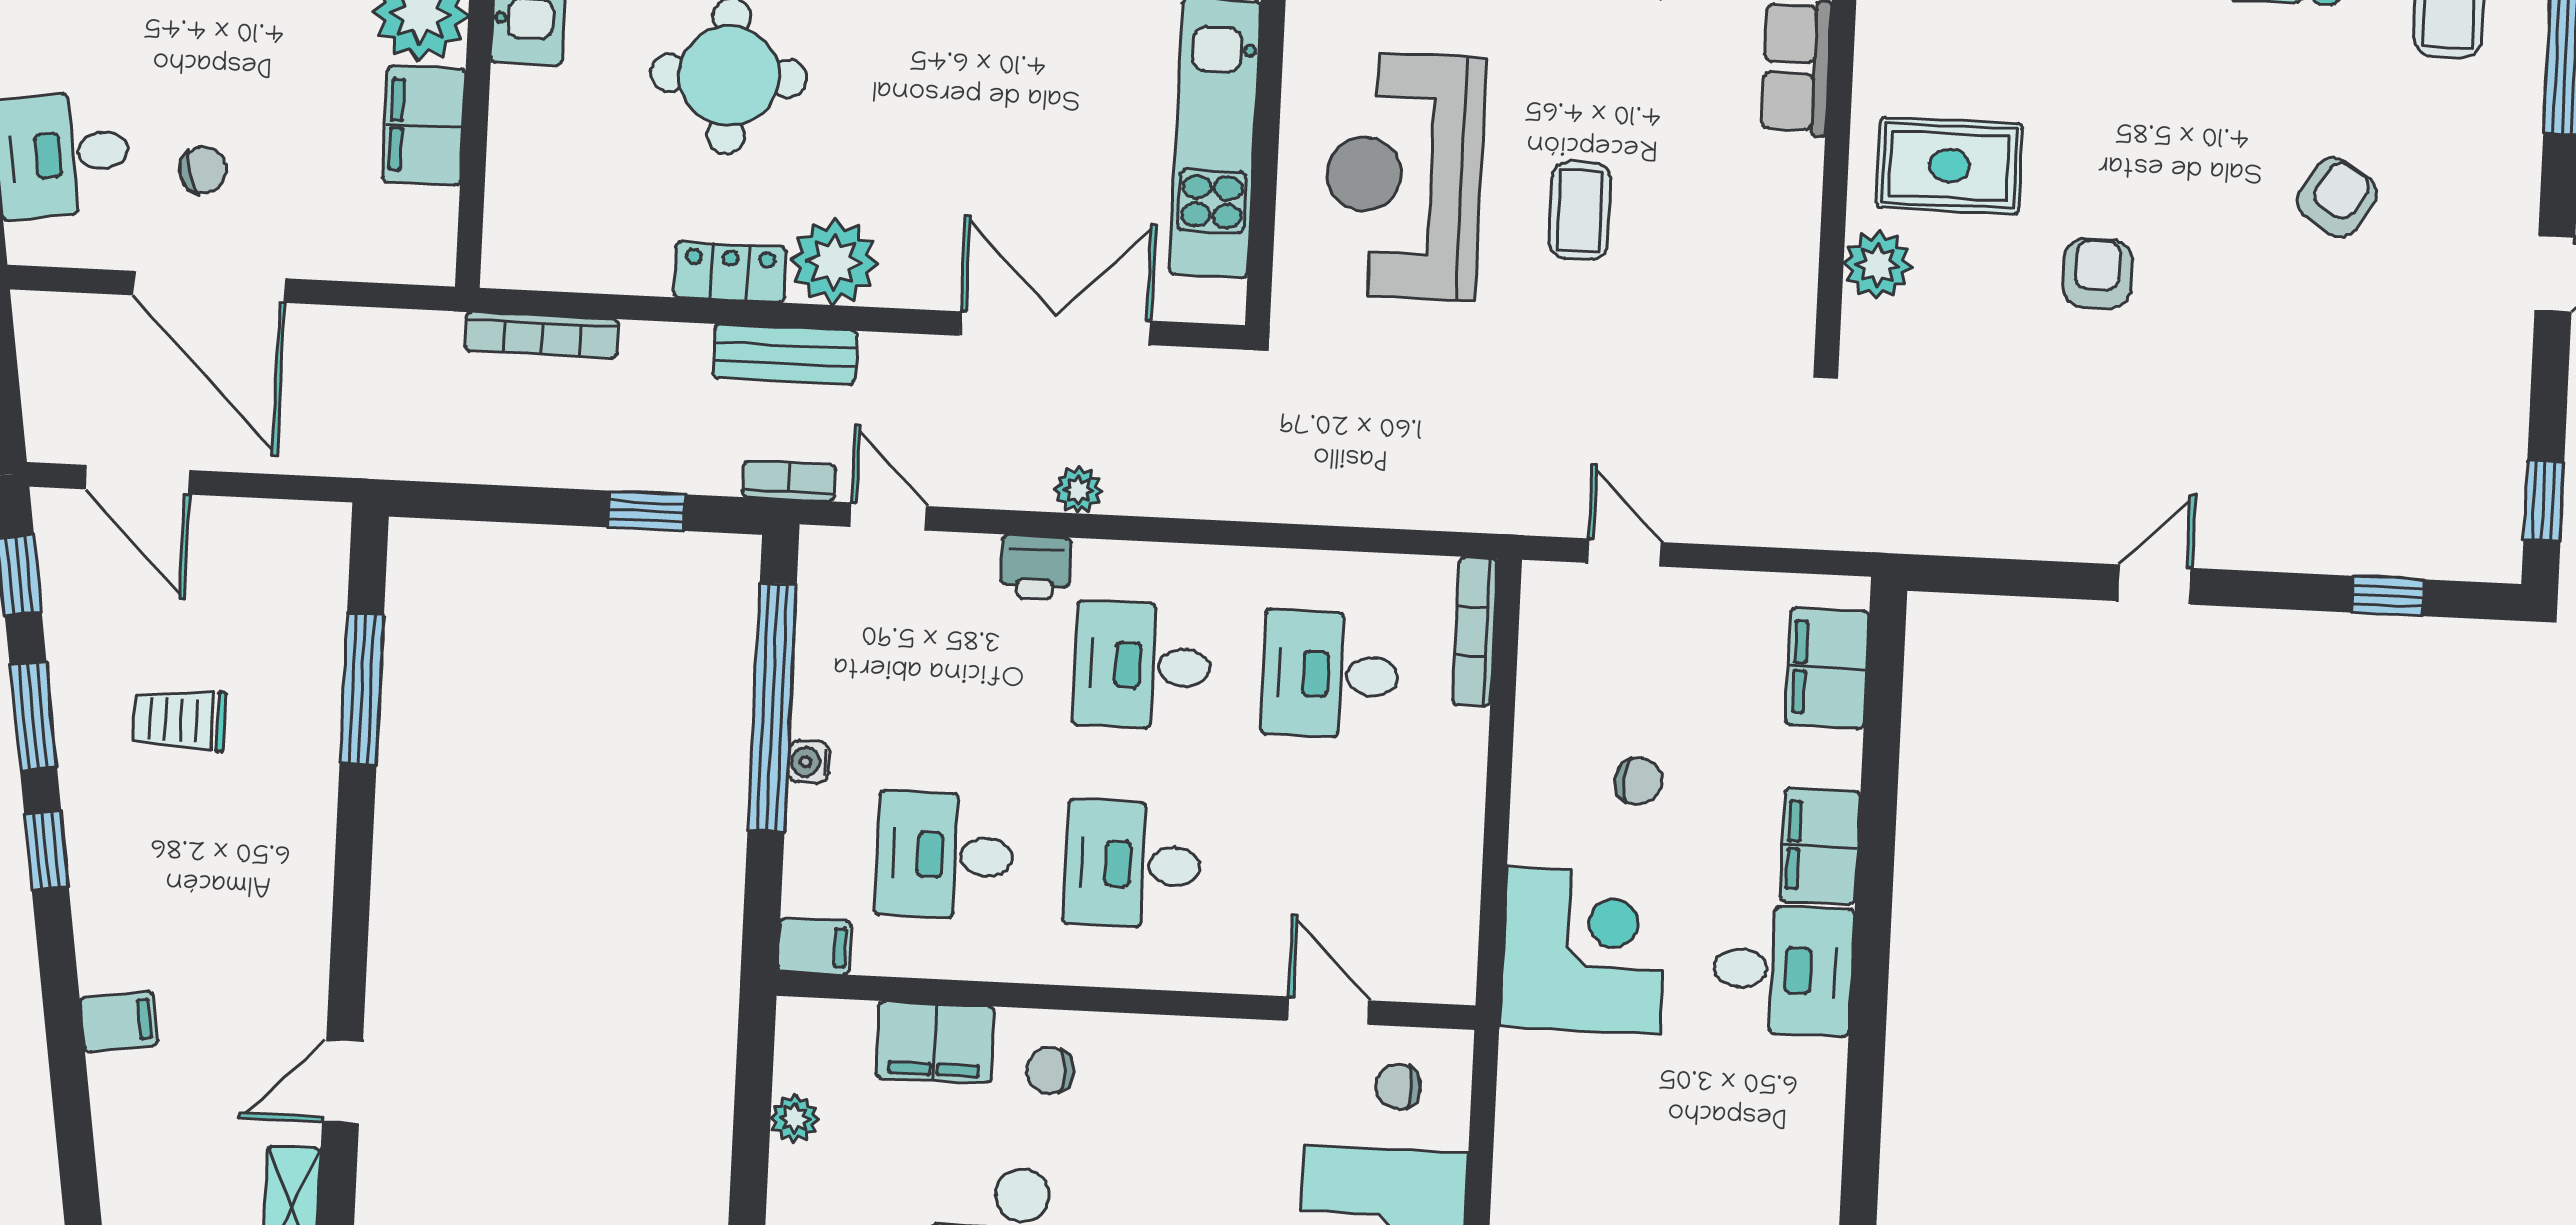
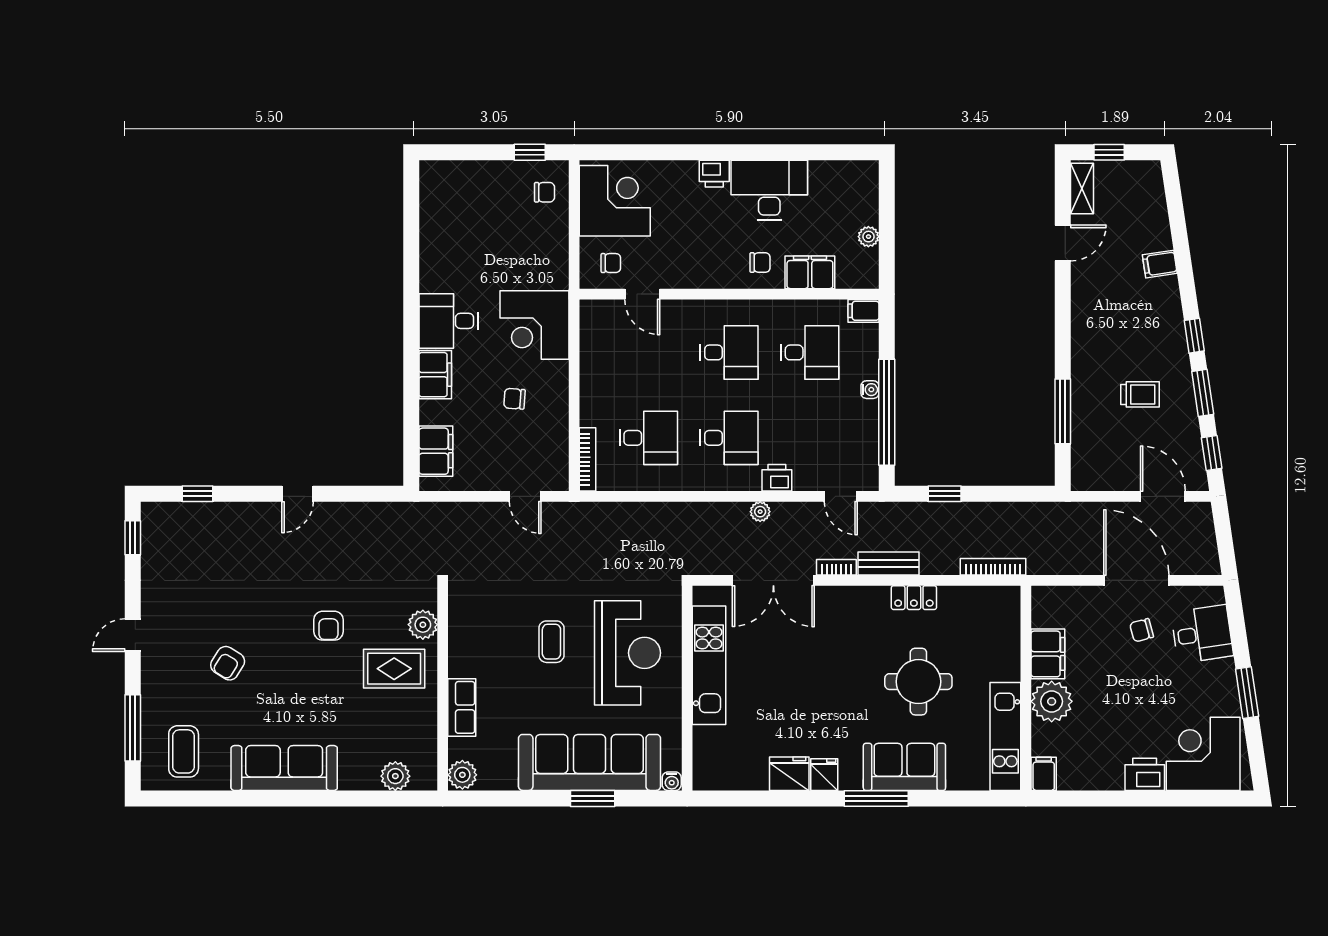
plant: (834, 262) -> (870, 604), removed
bookcase: (789, 481) -> (836, 567), moved, turned 180

